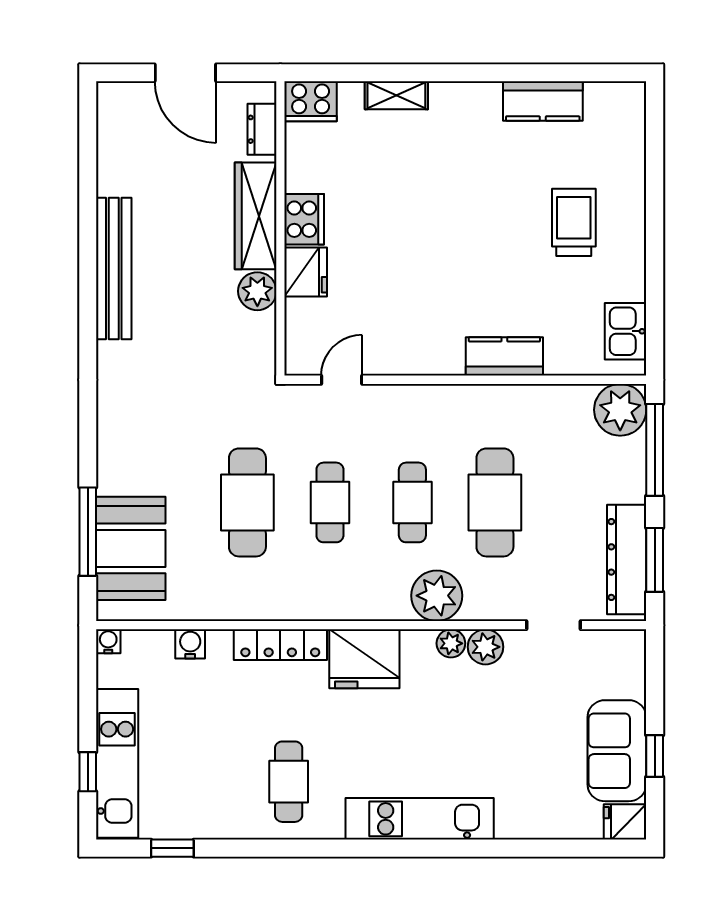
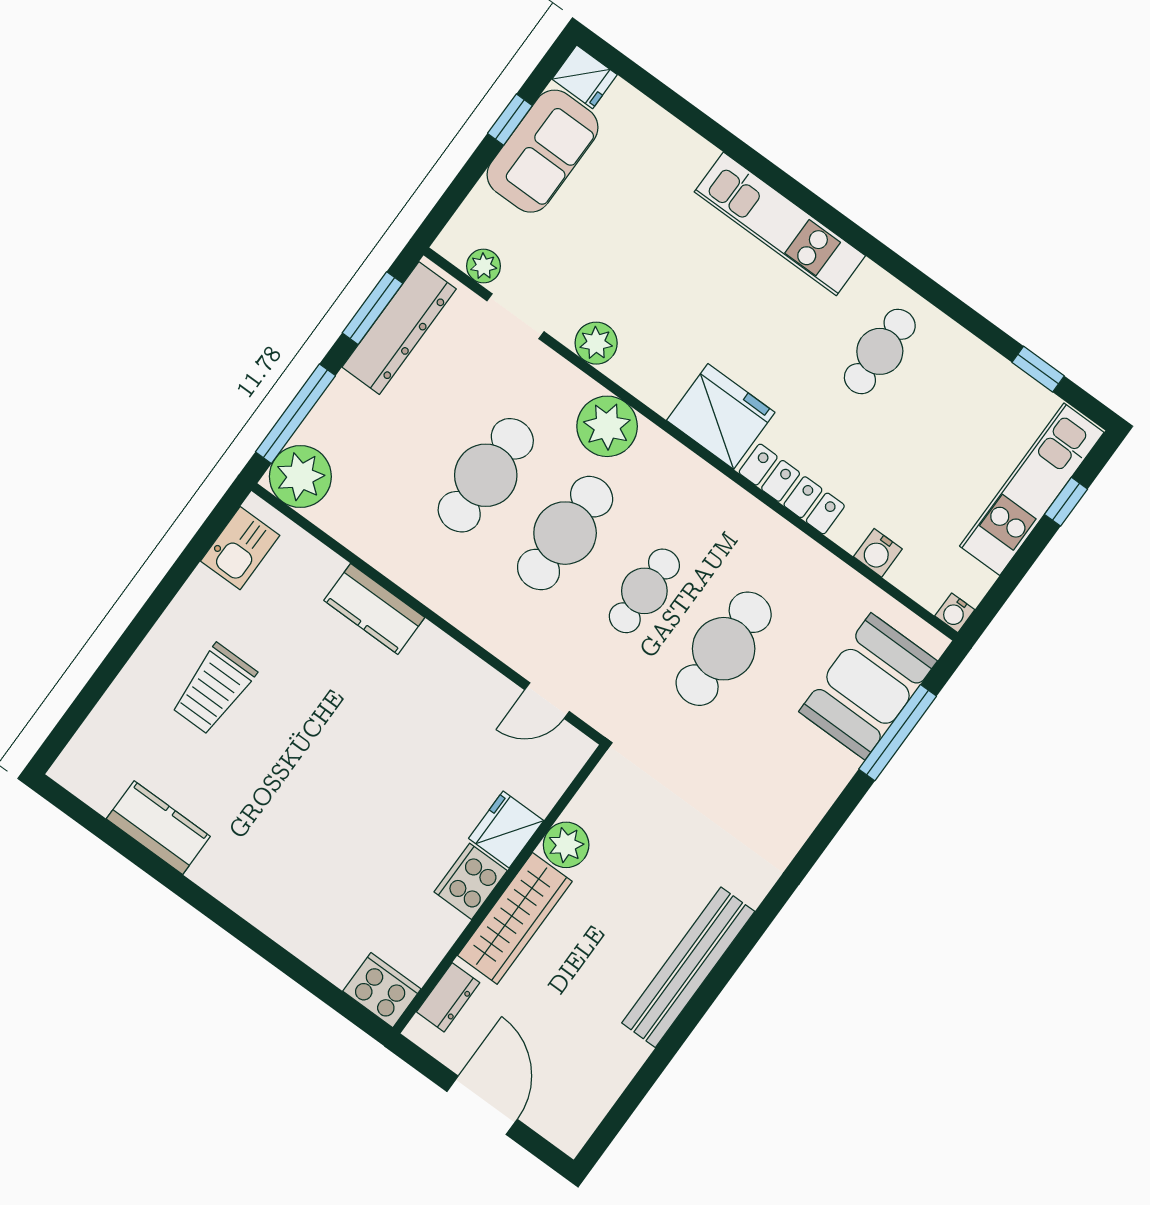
shelving: (396, 95) -> (295, 936), removed
cafe table: (412, 502) -> (565, 533), width x1.37, depth x1.35
plant: (451, 643) -> (484, 266), moved

